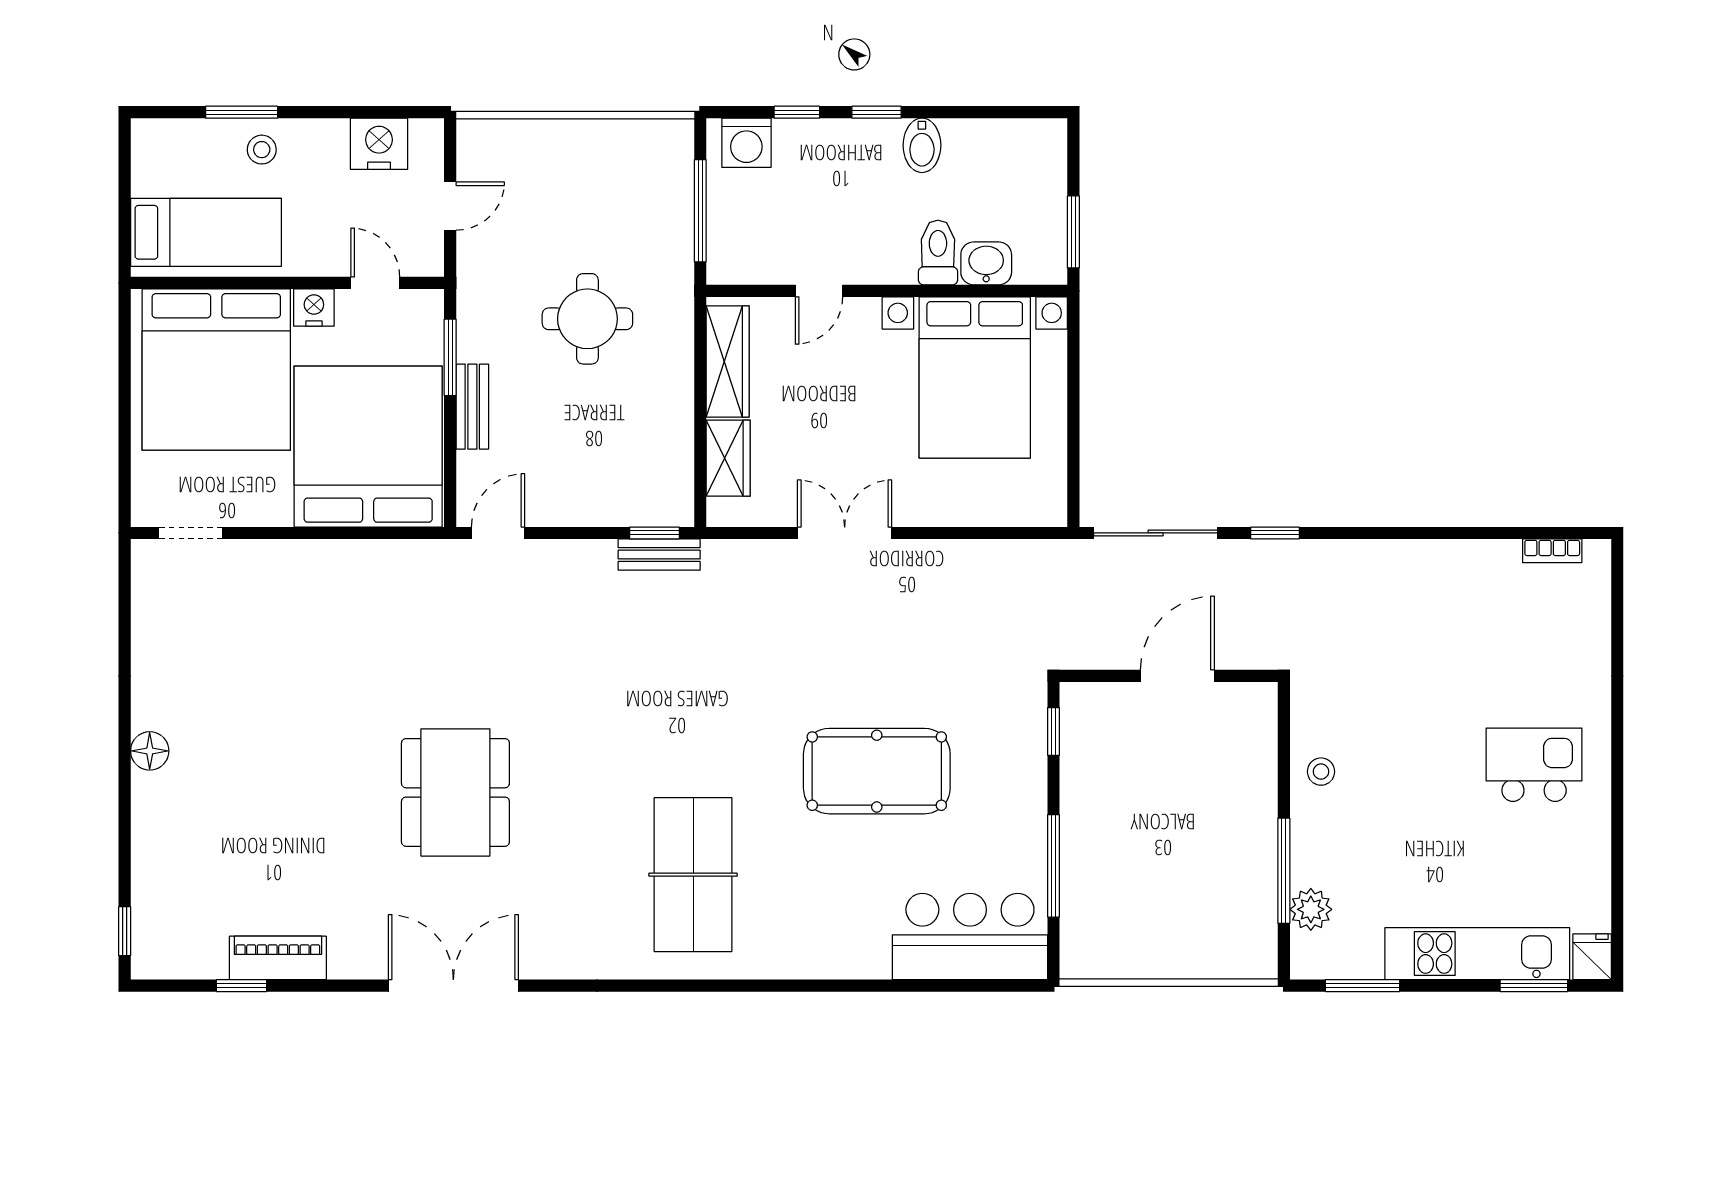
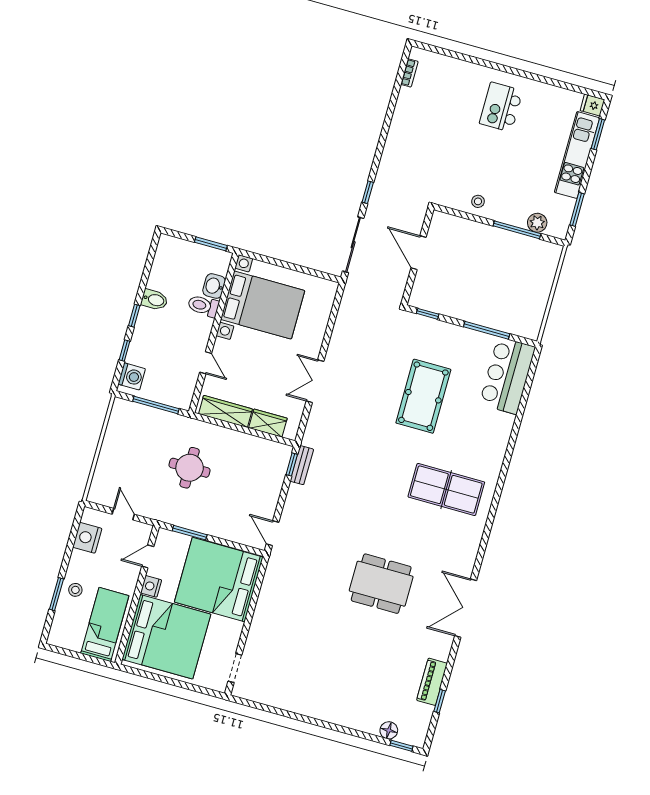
bench: (472, 407) -> (214, 529), removed
floor lamp: (150, 751) -> (389, 730), moved

